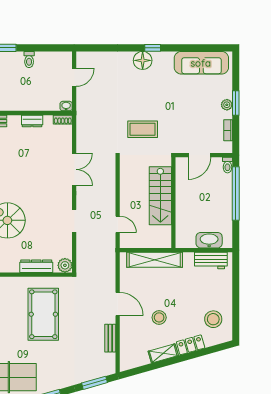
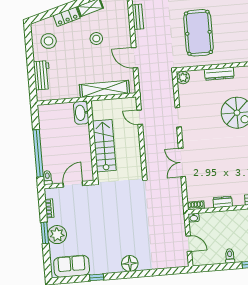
window: (153, 48) -> (97, 277), moved
sofa: (201, 63) -> (72, 266), width x0.73
door: (74, 77) -> (189, 244), swing flipped
plant: (227, 105) -> (57, 235), width x1.87, depth x1.87
coffee table: (143, 129) -> (125, 203), removed
washbasin: (209, 240) -> (81, 113), moved, turned 90
workbench: (211, 261) -> (42, 75), moved, turned 90
dresser: (36, 266) -> (219, 74), moved
door: (118, 304) -> (135, 58), moved

